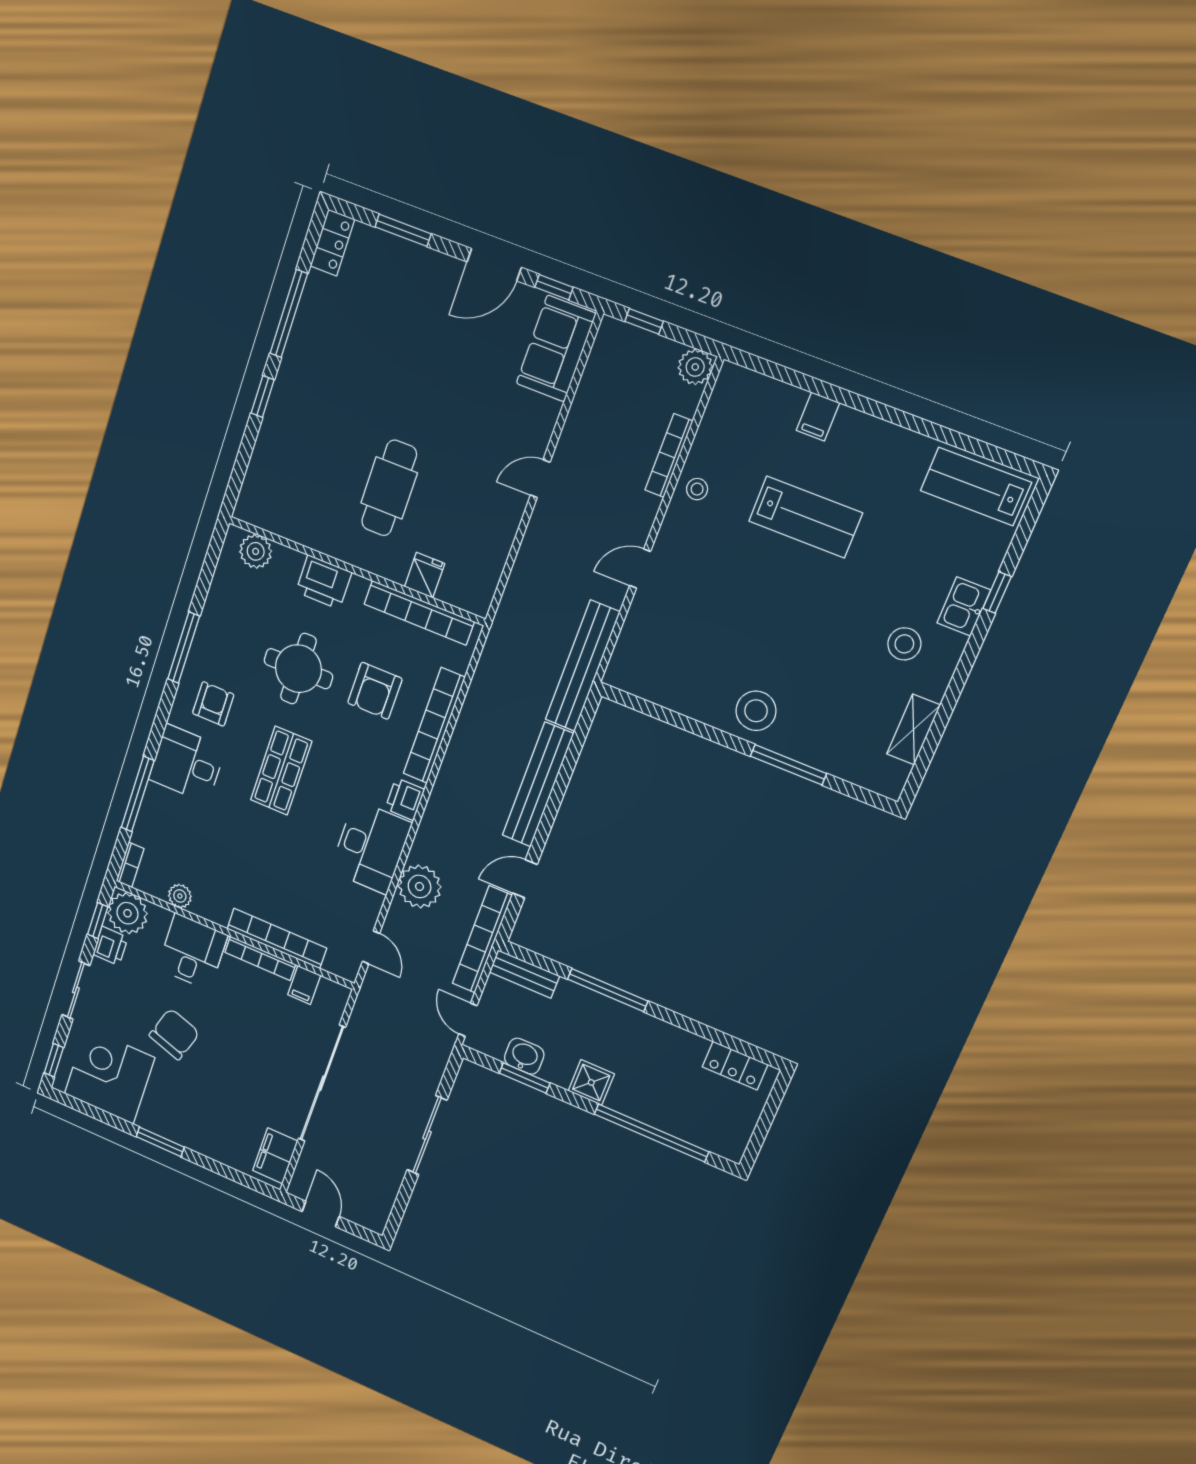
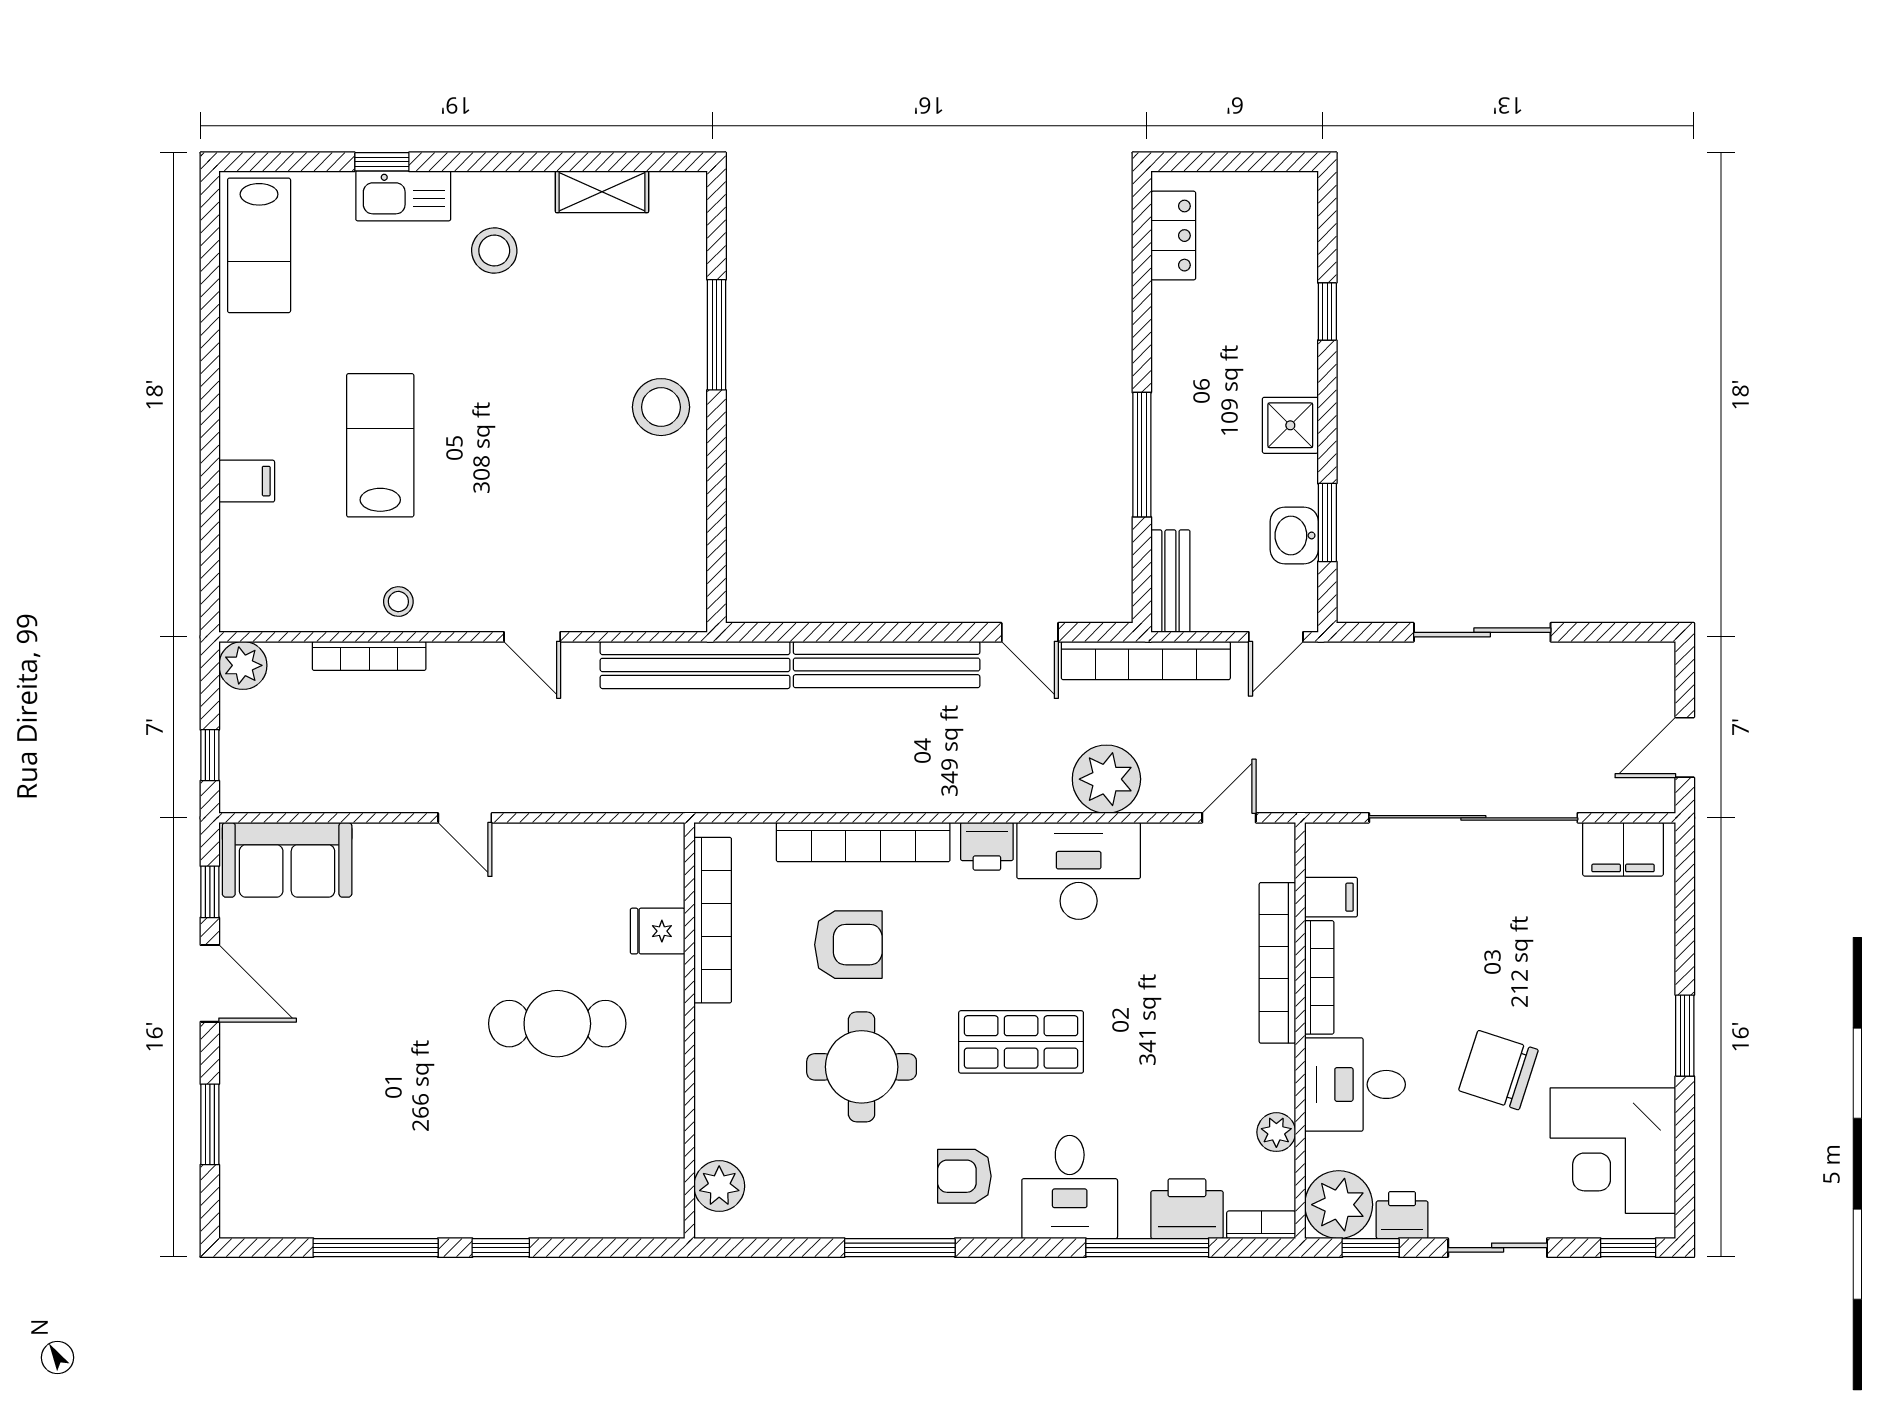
locker: (332, 243) -> (260, 1218), removed
printer: (324, 582) -> (1187, 1209), moved, turned -90
kitchen sink: (964, 606) -> (403, 196), width x1.38
window: (651, 1133) -> (1327, 312), width x0.32

